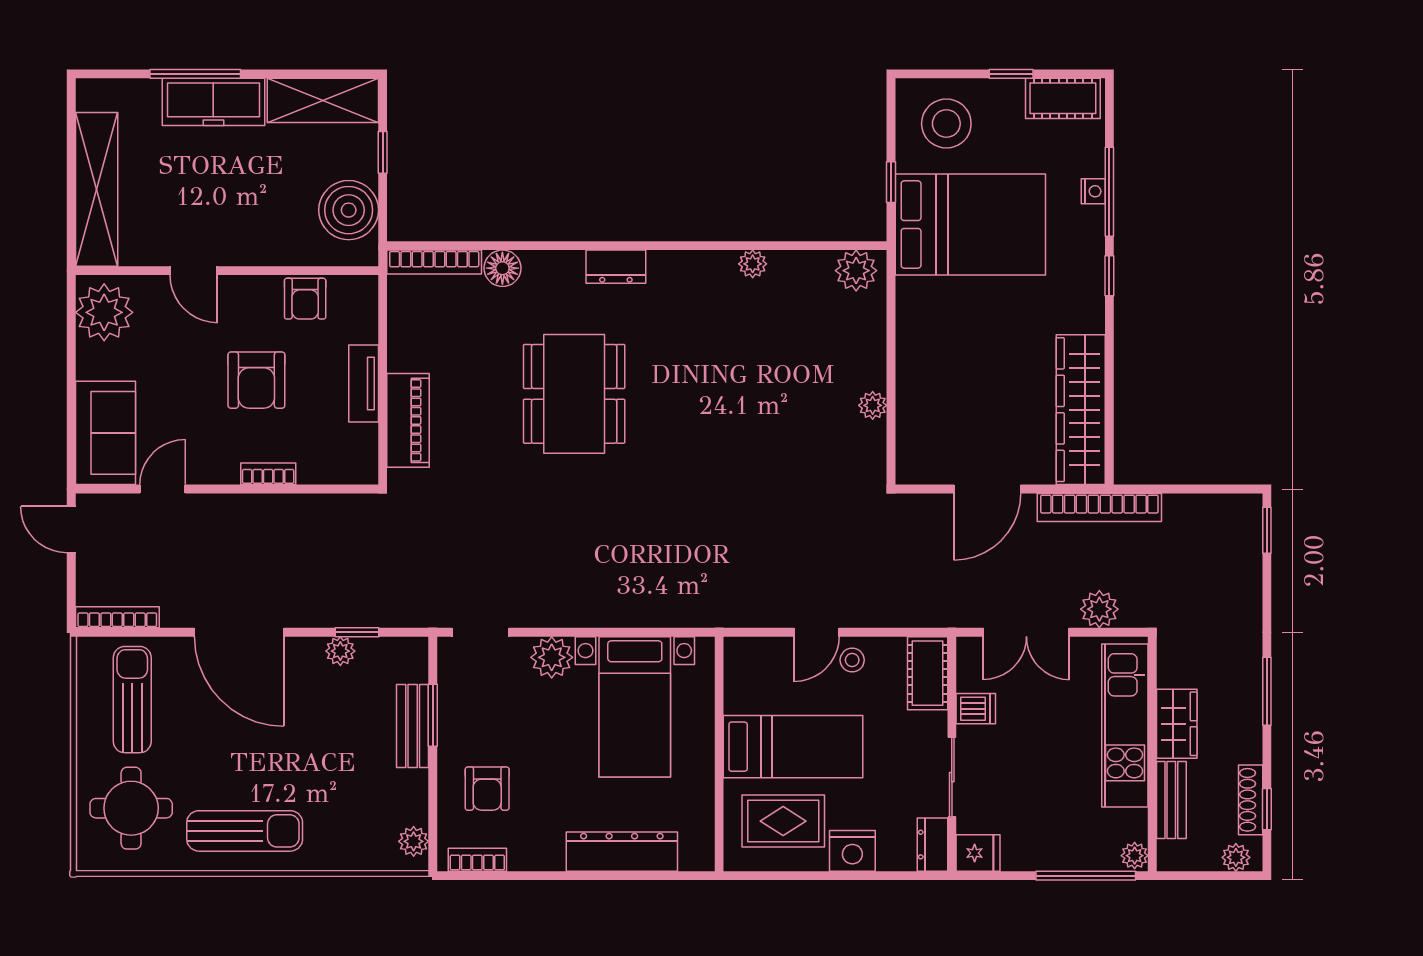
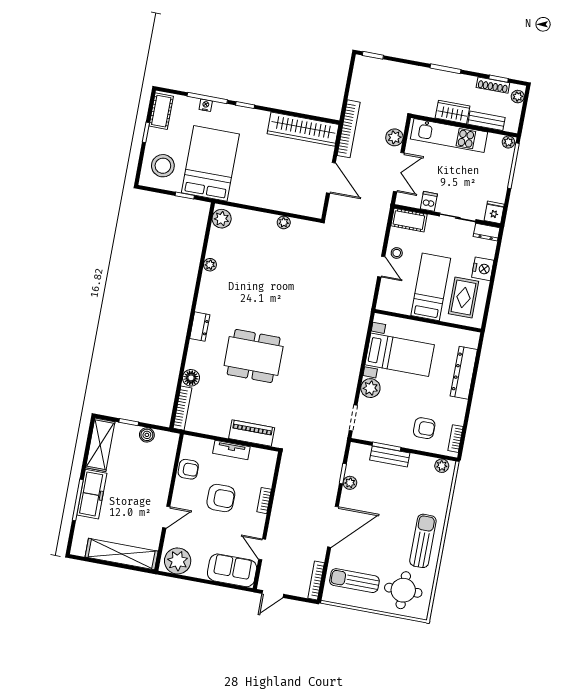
boiler: (349, 210) -> (147, 435), width x0.54, depth x0.54

